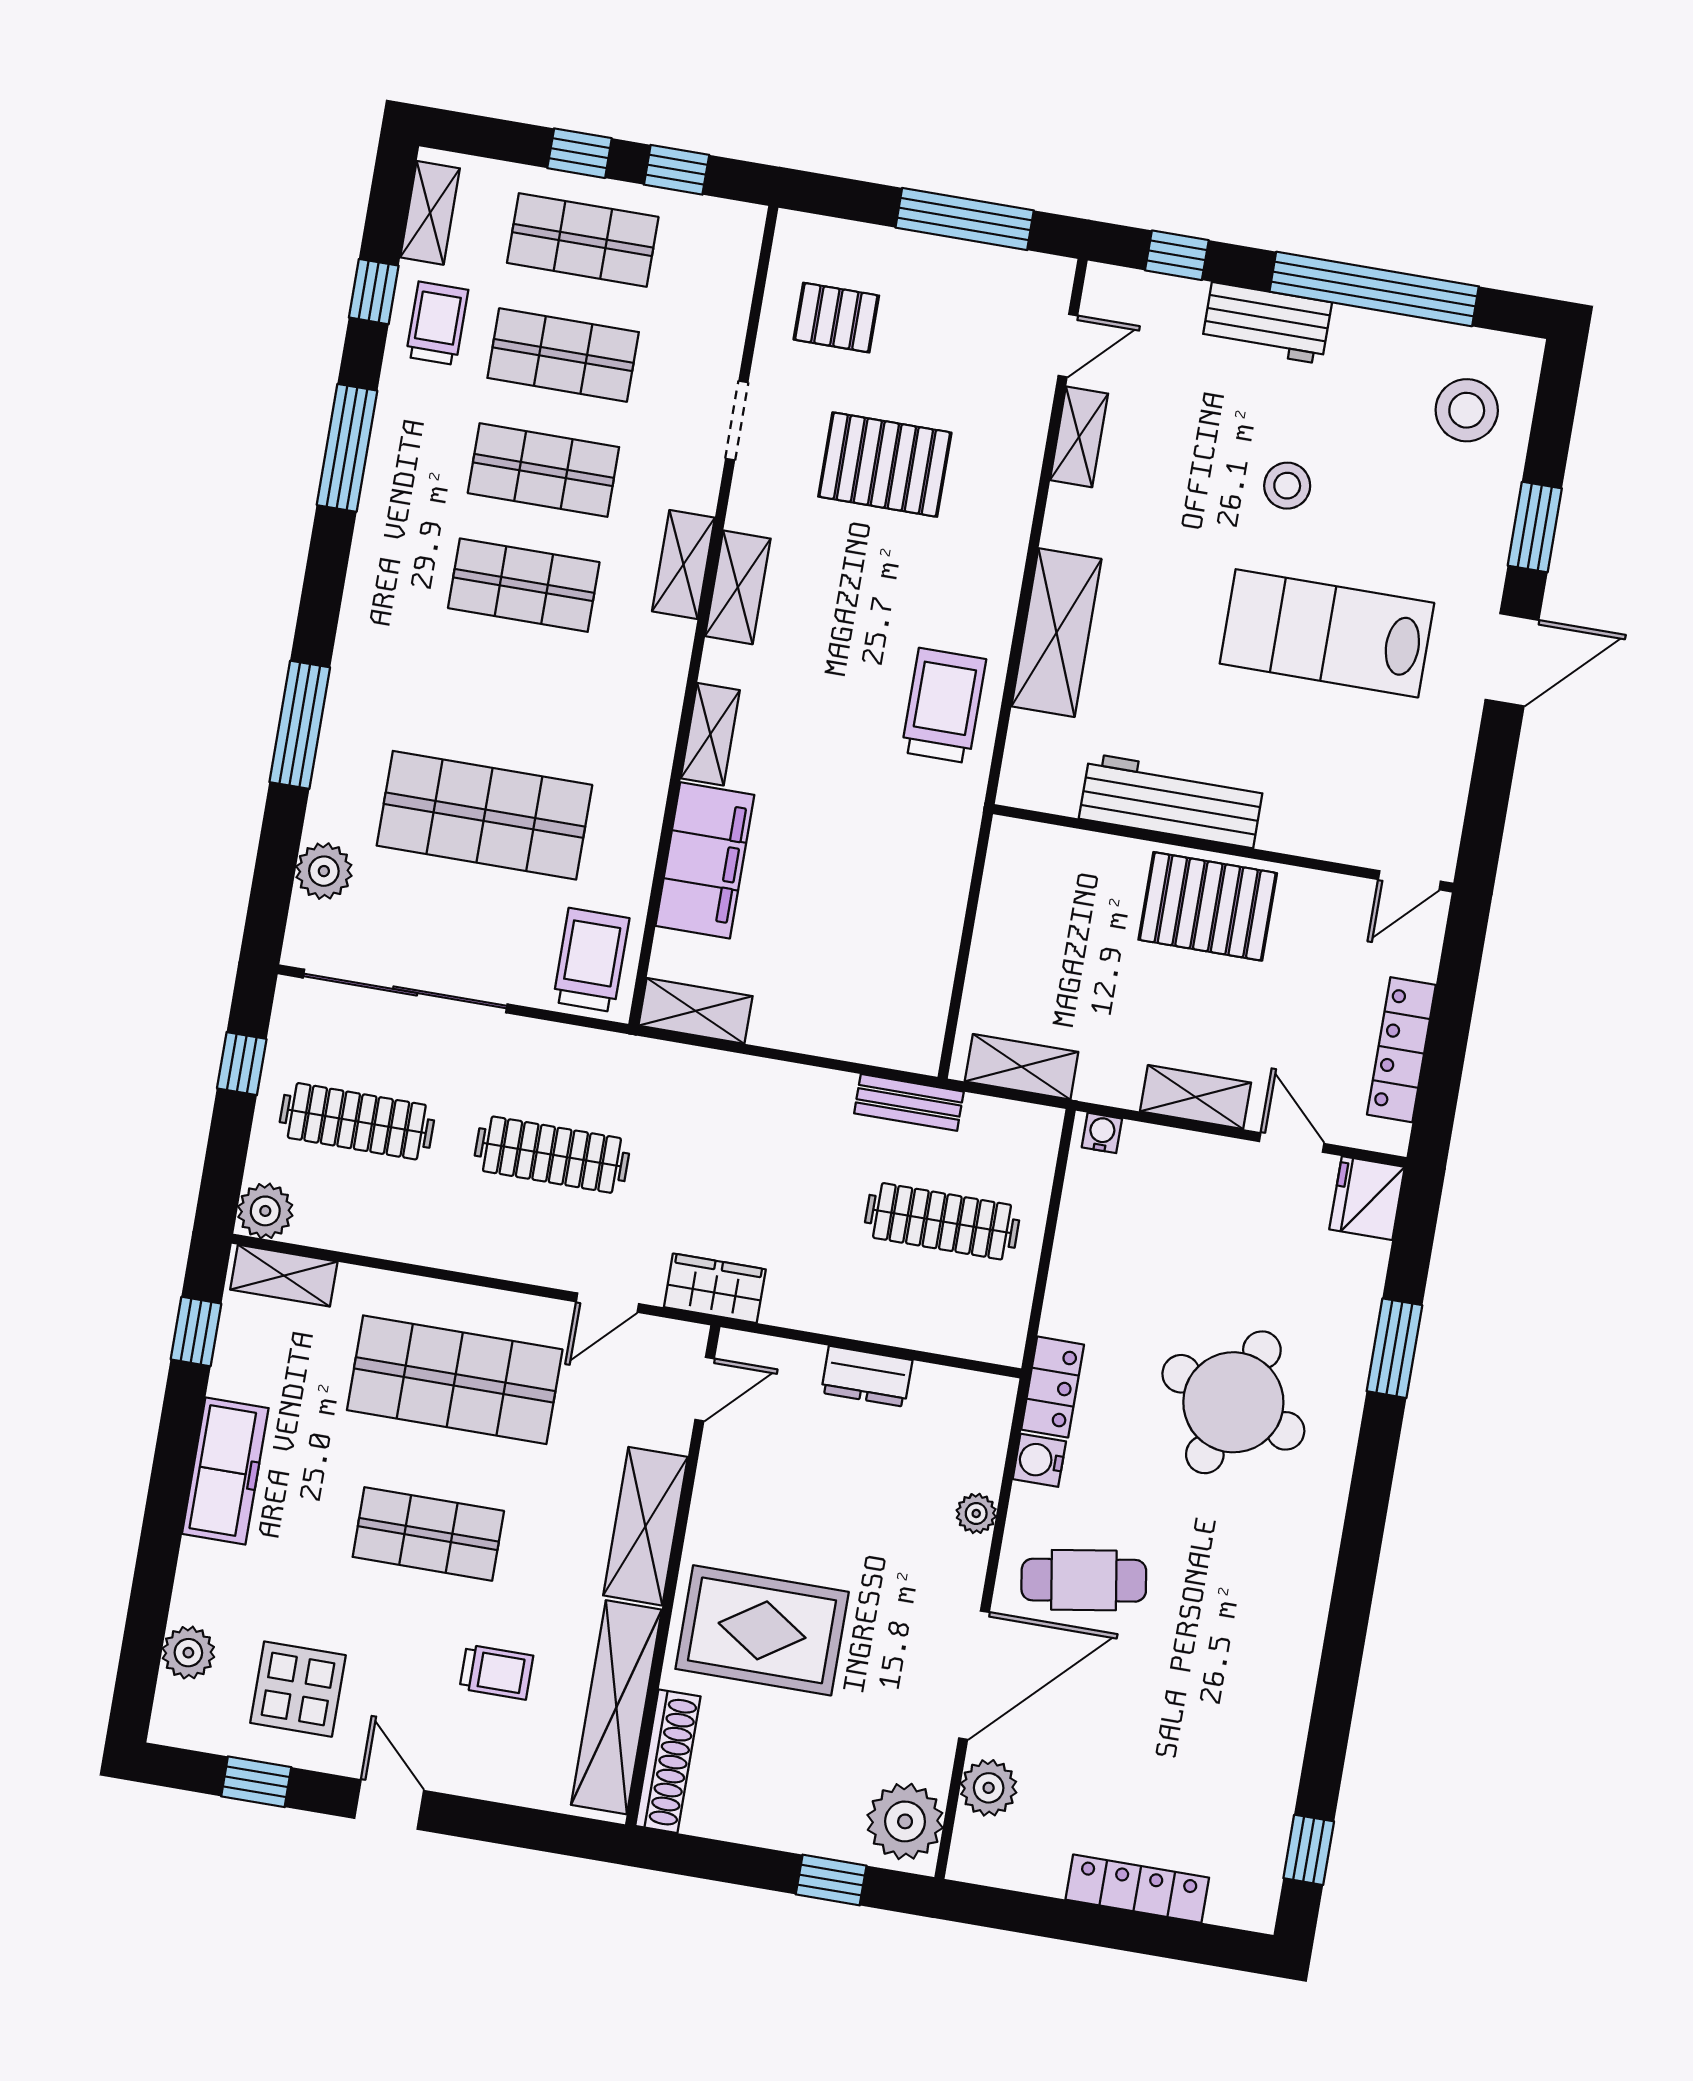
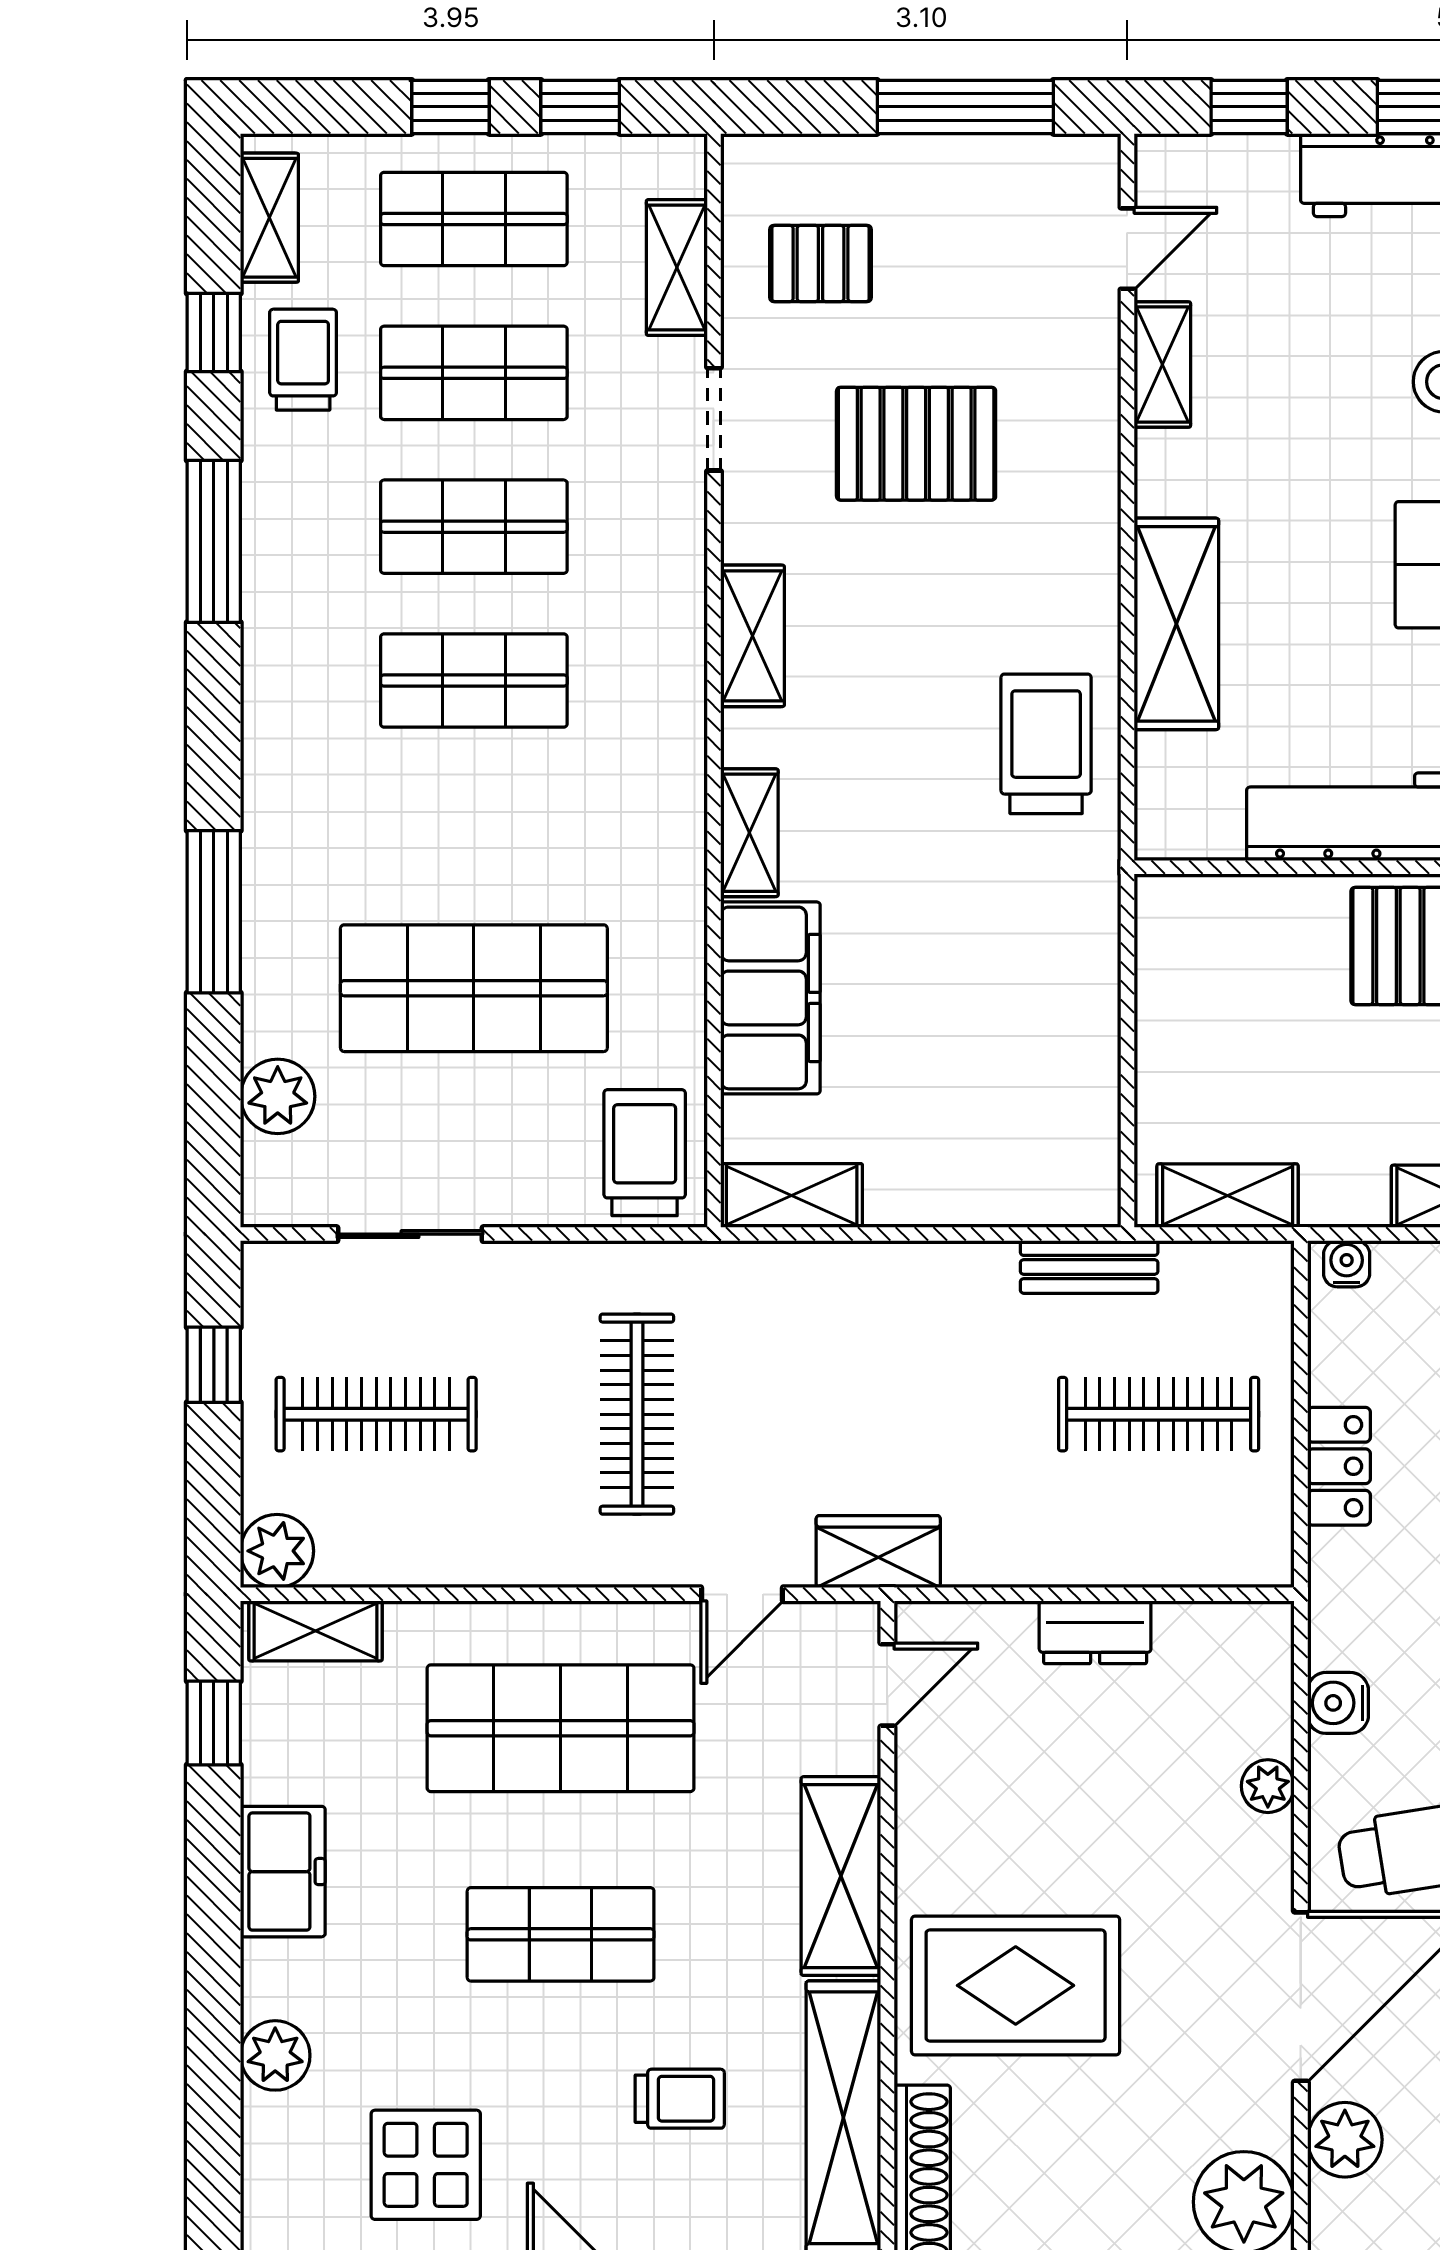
shelving: (683, 565) -> (677, 268), moved
sliding door: (405, 991) -> (410, 1234), width x0.54
clothes rail: (552, 1155) -> (637, 1414), turned 90
locker: (1053, 1387) -> (1339, 1466), moved
freezer: (225, 1471) -> (283, 1872), width x0.71
plant: (188, 1653) -> (275, 2055), moved

